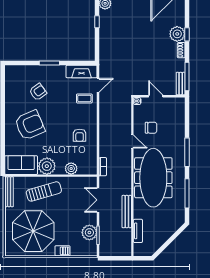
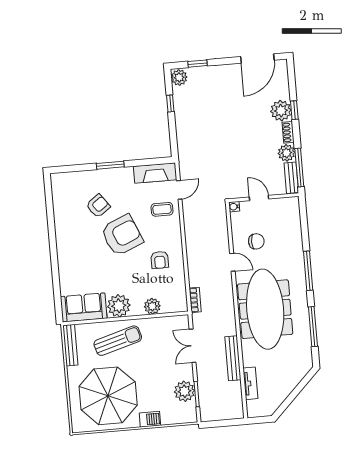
plant: (179, 65) -> (286, 153), added
armchair: (30, 125) -> (122, 235), moved

